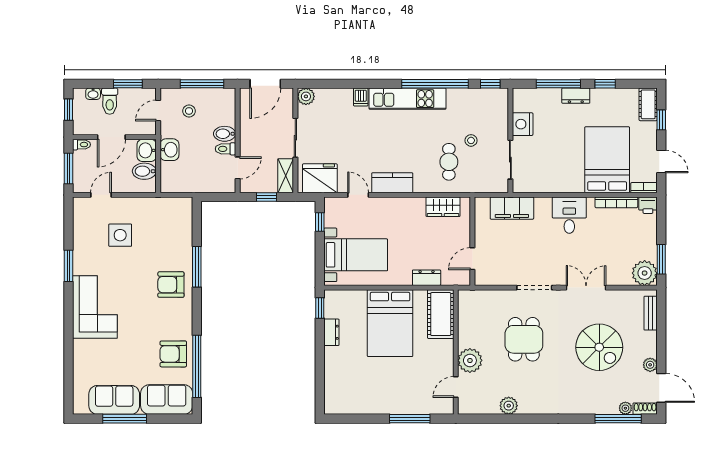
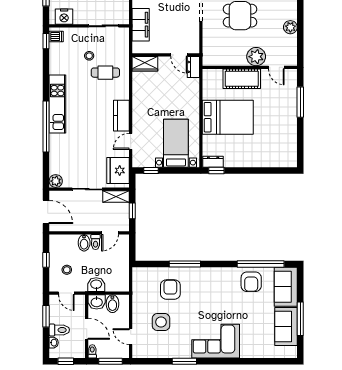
window: (202, 84) -> (46, 260), width x0.46
window: (435, 84) -> (46, 127), moved
dishwasher: (361, 97) -> (56, 37), moved
nightstand: (523, 124) -> (64, 17), moved
door: (238, 168) -> (110, 233), swing flipped
wardrobe: (443, 207) -> (145, 64), moved, turned 90
dresser: (427, 278) -> (193, 67), moved
armchair: (171, 285) -> (170, 290), moved, turned 180
cot: (441, 314) -> (242, 79), moved
dresser: (331, 332) -> (213, 162), moved

